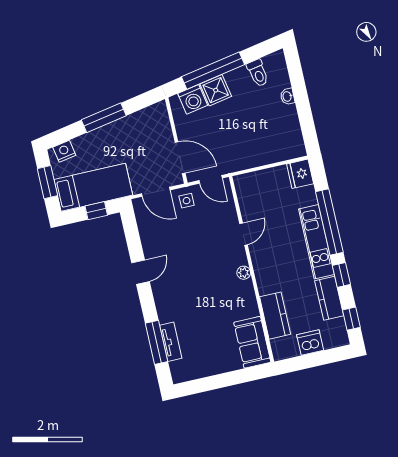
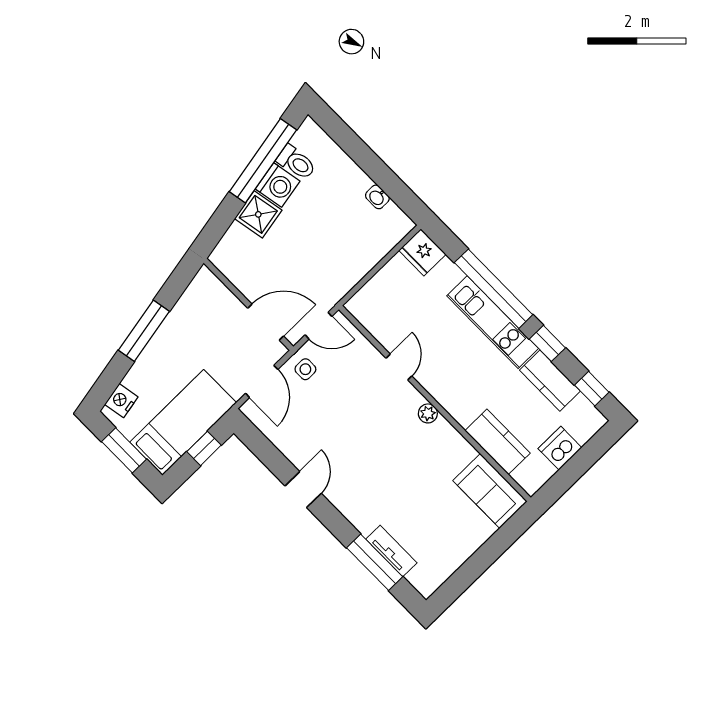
window: (213, 71) -> (263, 161), moved
washbasin: (287, 96) -> (377, 197), moved
washing machine: (193, 99) -> (278, 185), moved
door: (156, 192) -> (262, 381), hinge flipped

